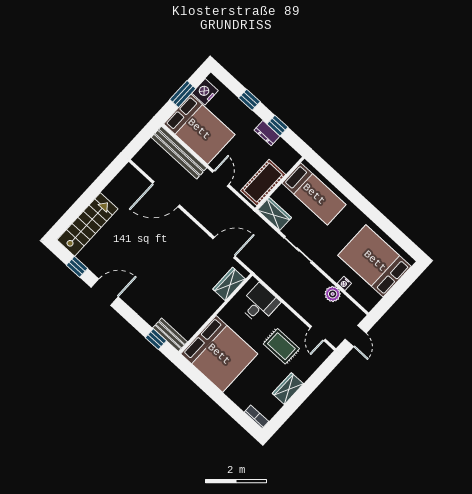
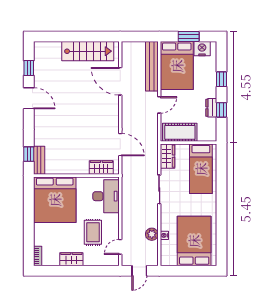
stairs: (87, 224) -> (88, 51), moved
desk: (259, 304) -> (106, 196), width x1.37

